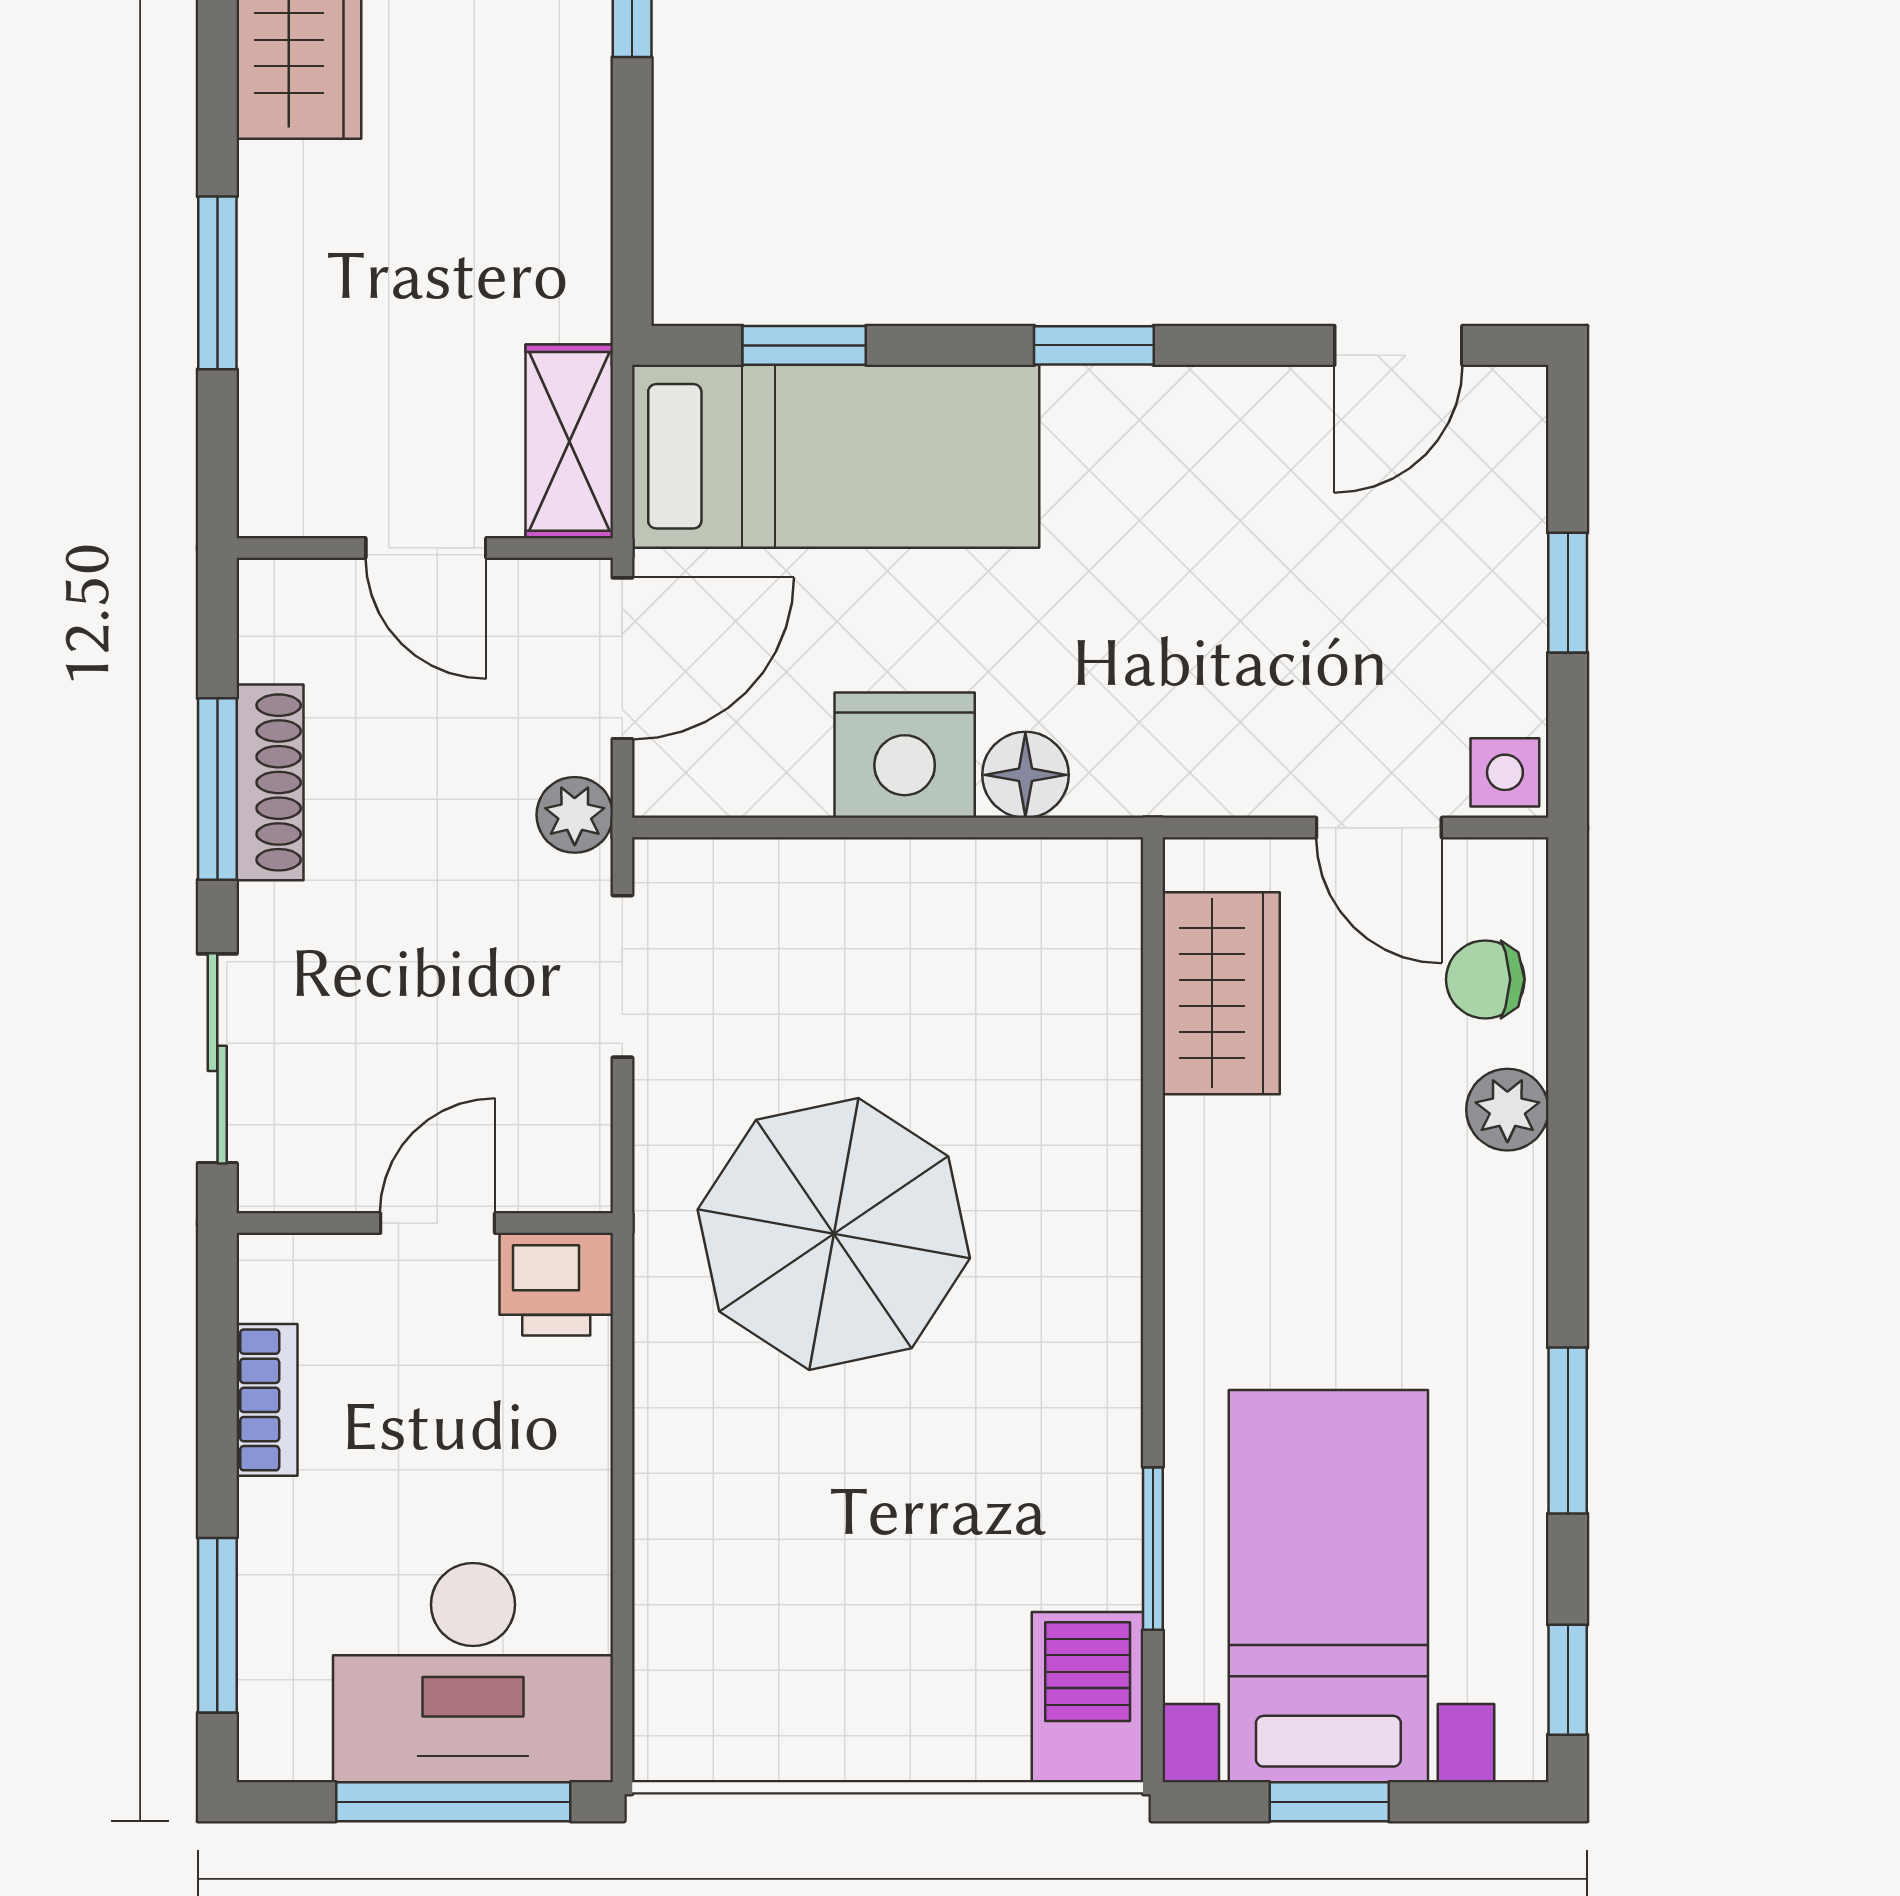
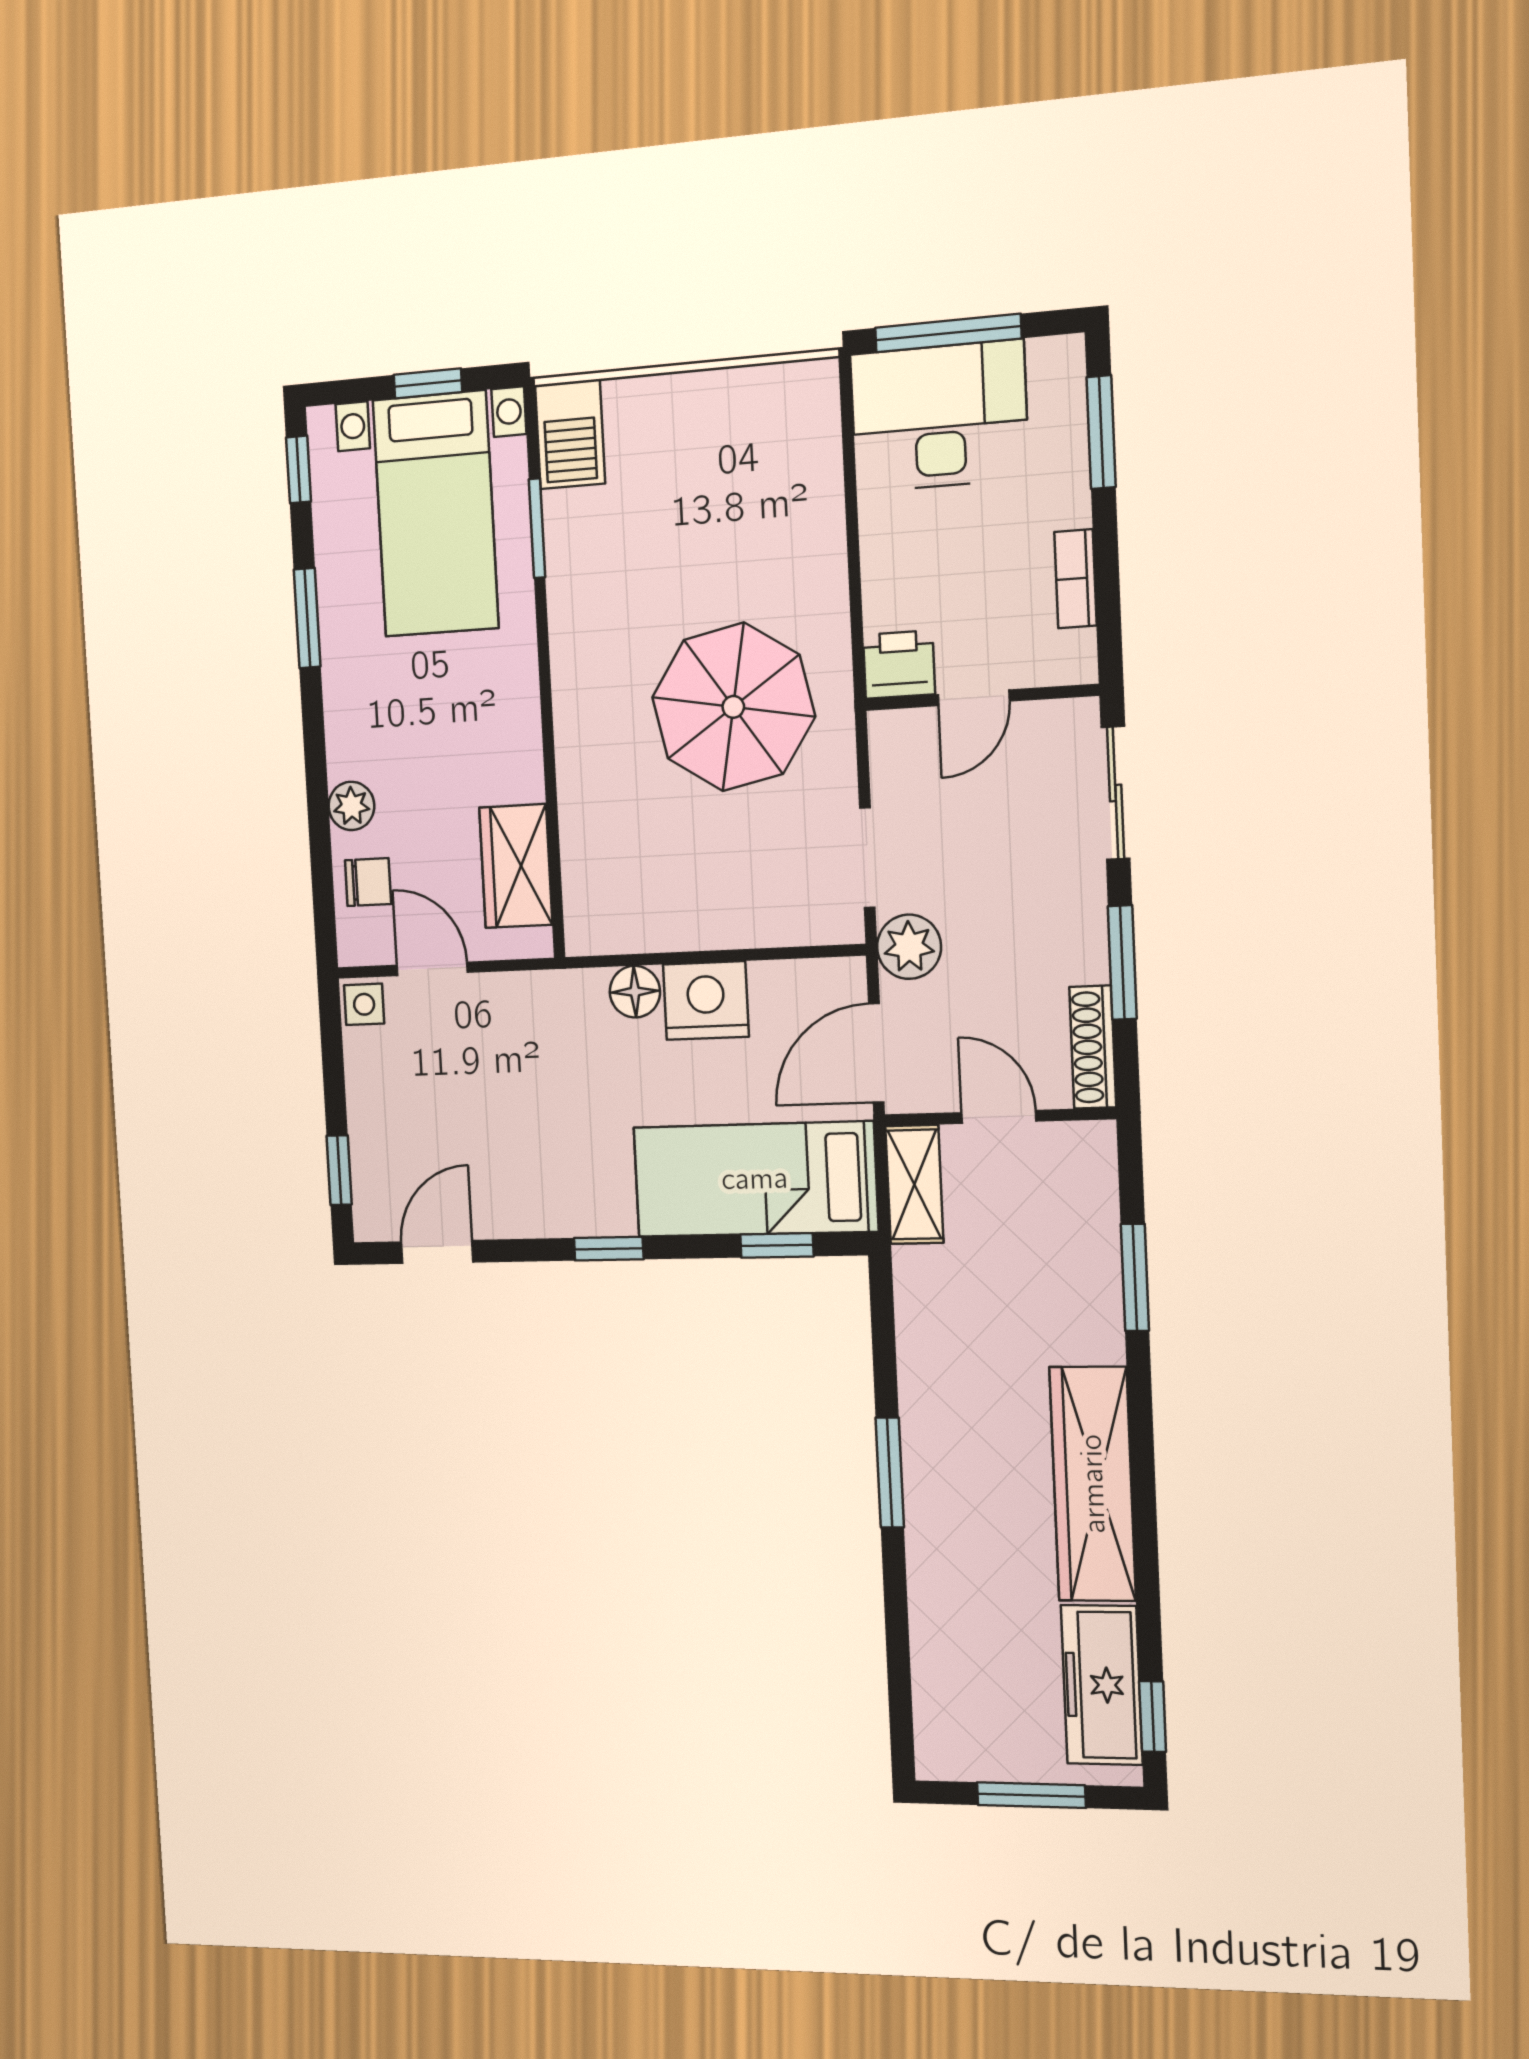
window: (1568, 593) -> (339, 1170), moved
shoe rack: (270, 782) -> (1093, 1047), moved
plant: (575, 815) -> (909, 947), width x1.38, depth x1.38

